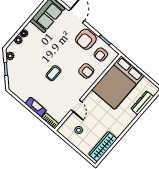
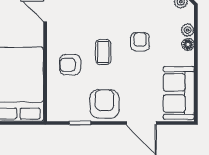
armchair: (101, 54) -> (140, 42), moved
coffee table: (53, 73) -> (103, 52), moved

